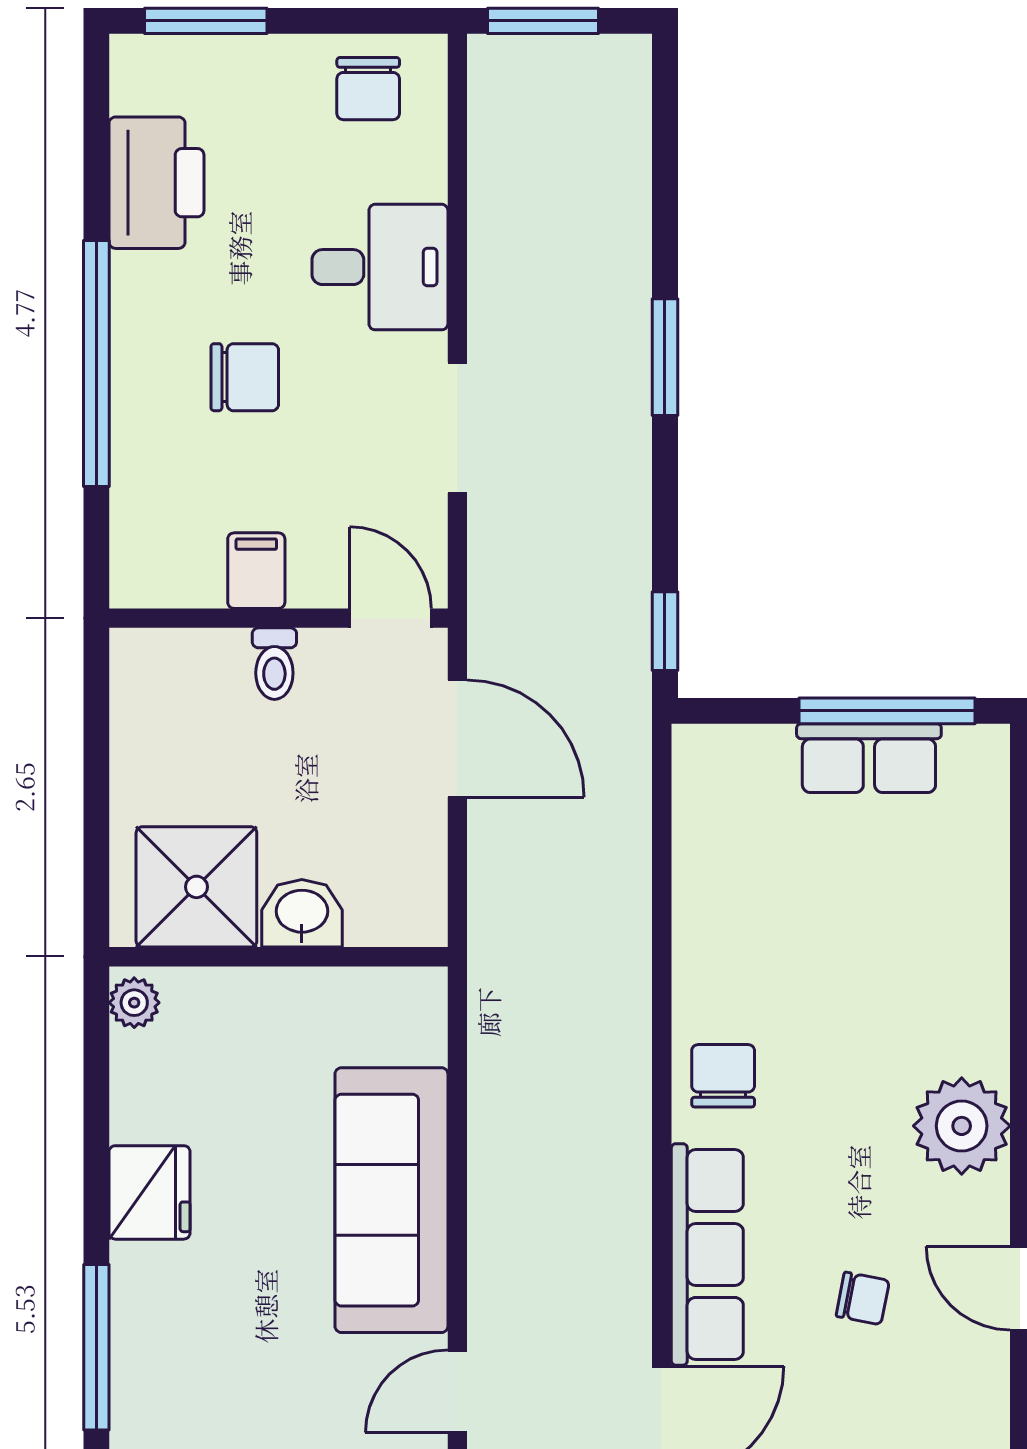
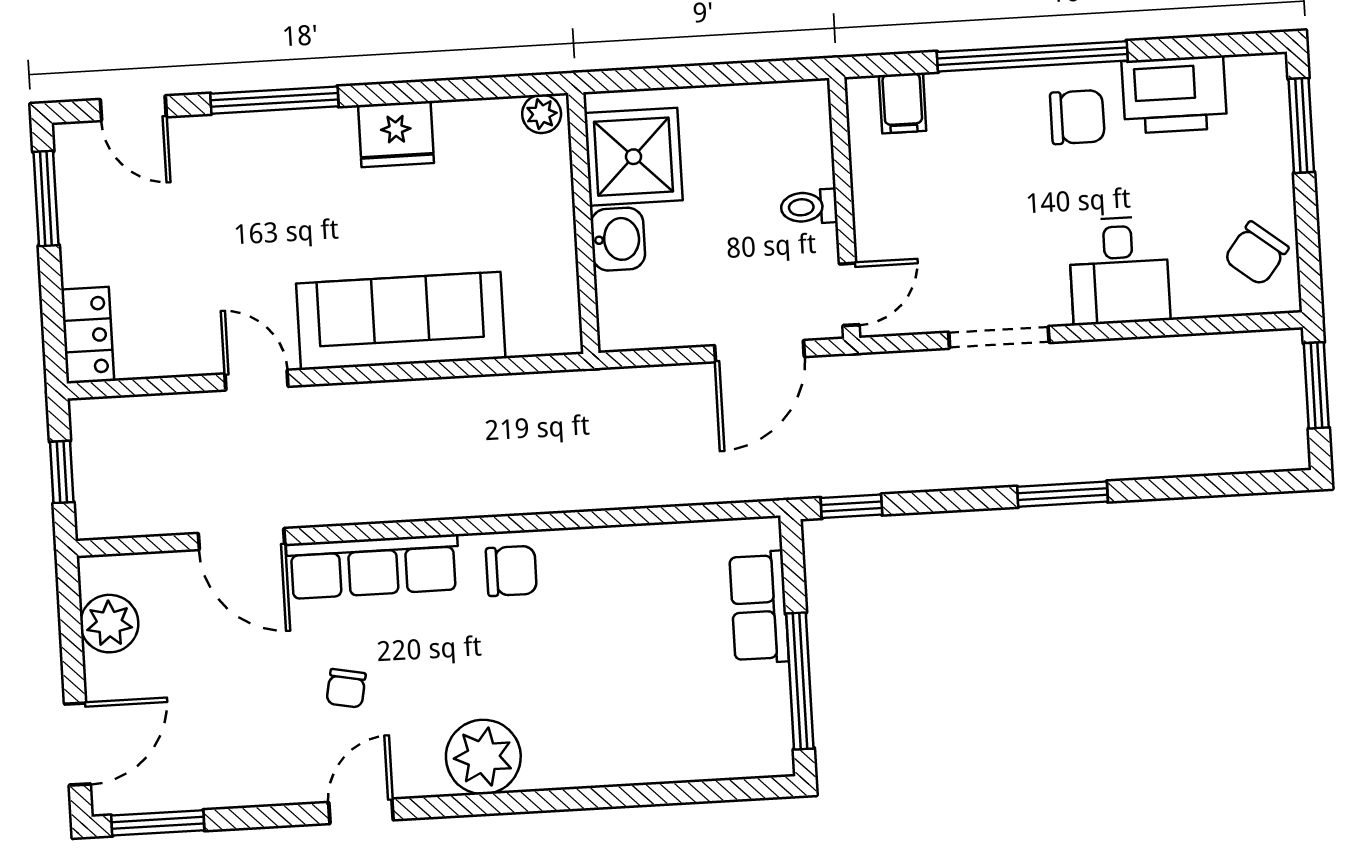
chair: (368, 89) -> (1256, 254), turned -52
chair: (245, 377) -> (1077, 117), moved, turned -90
filing cabinet: (256, 571) -> (903, 103), moved, turned 90
row of seats: (869, 758) -> (759, 607), moved

